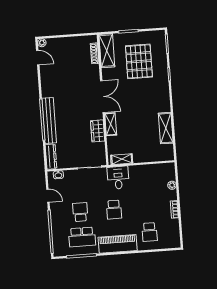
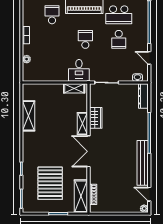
bench: (49, 121) -> (143, 163), moved
school desk: (82, 237) -> (119, 15), turned 180

